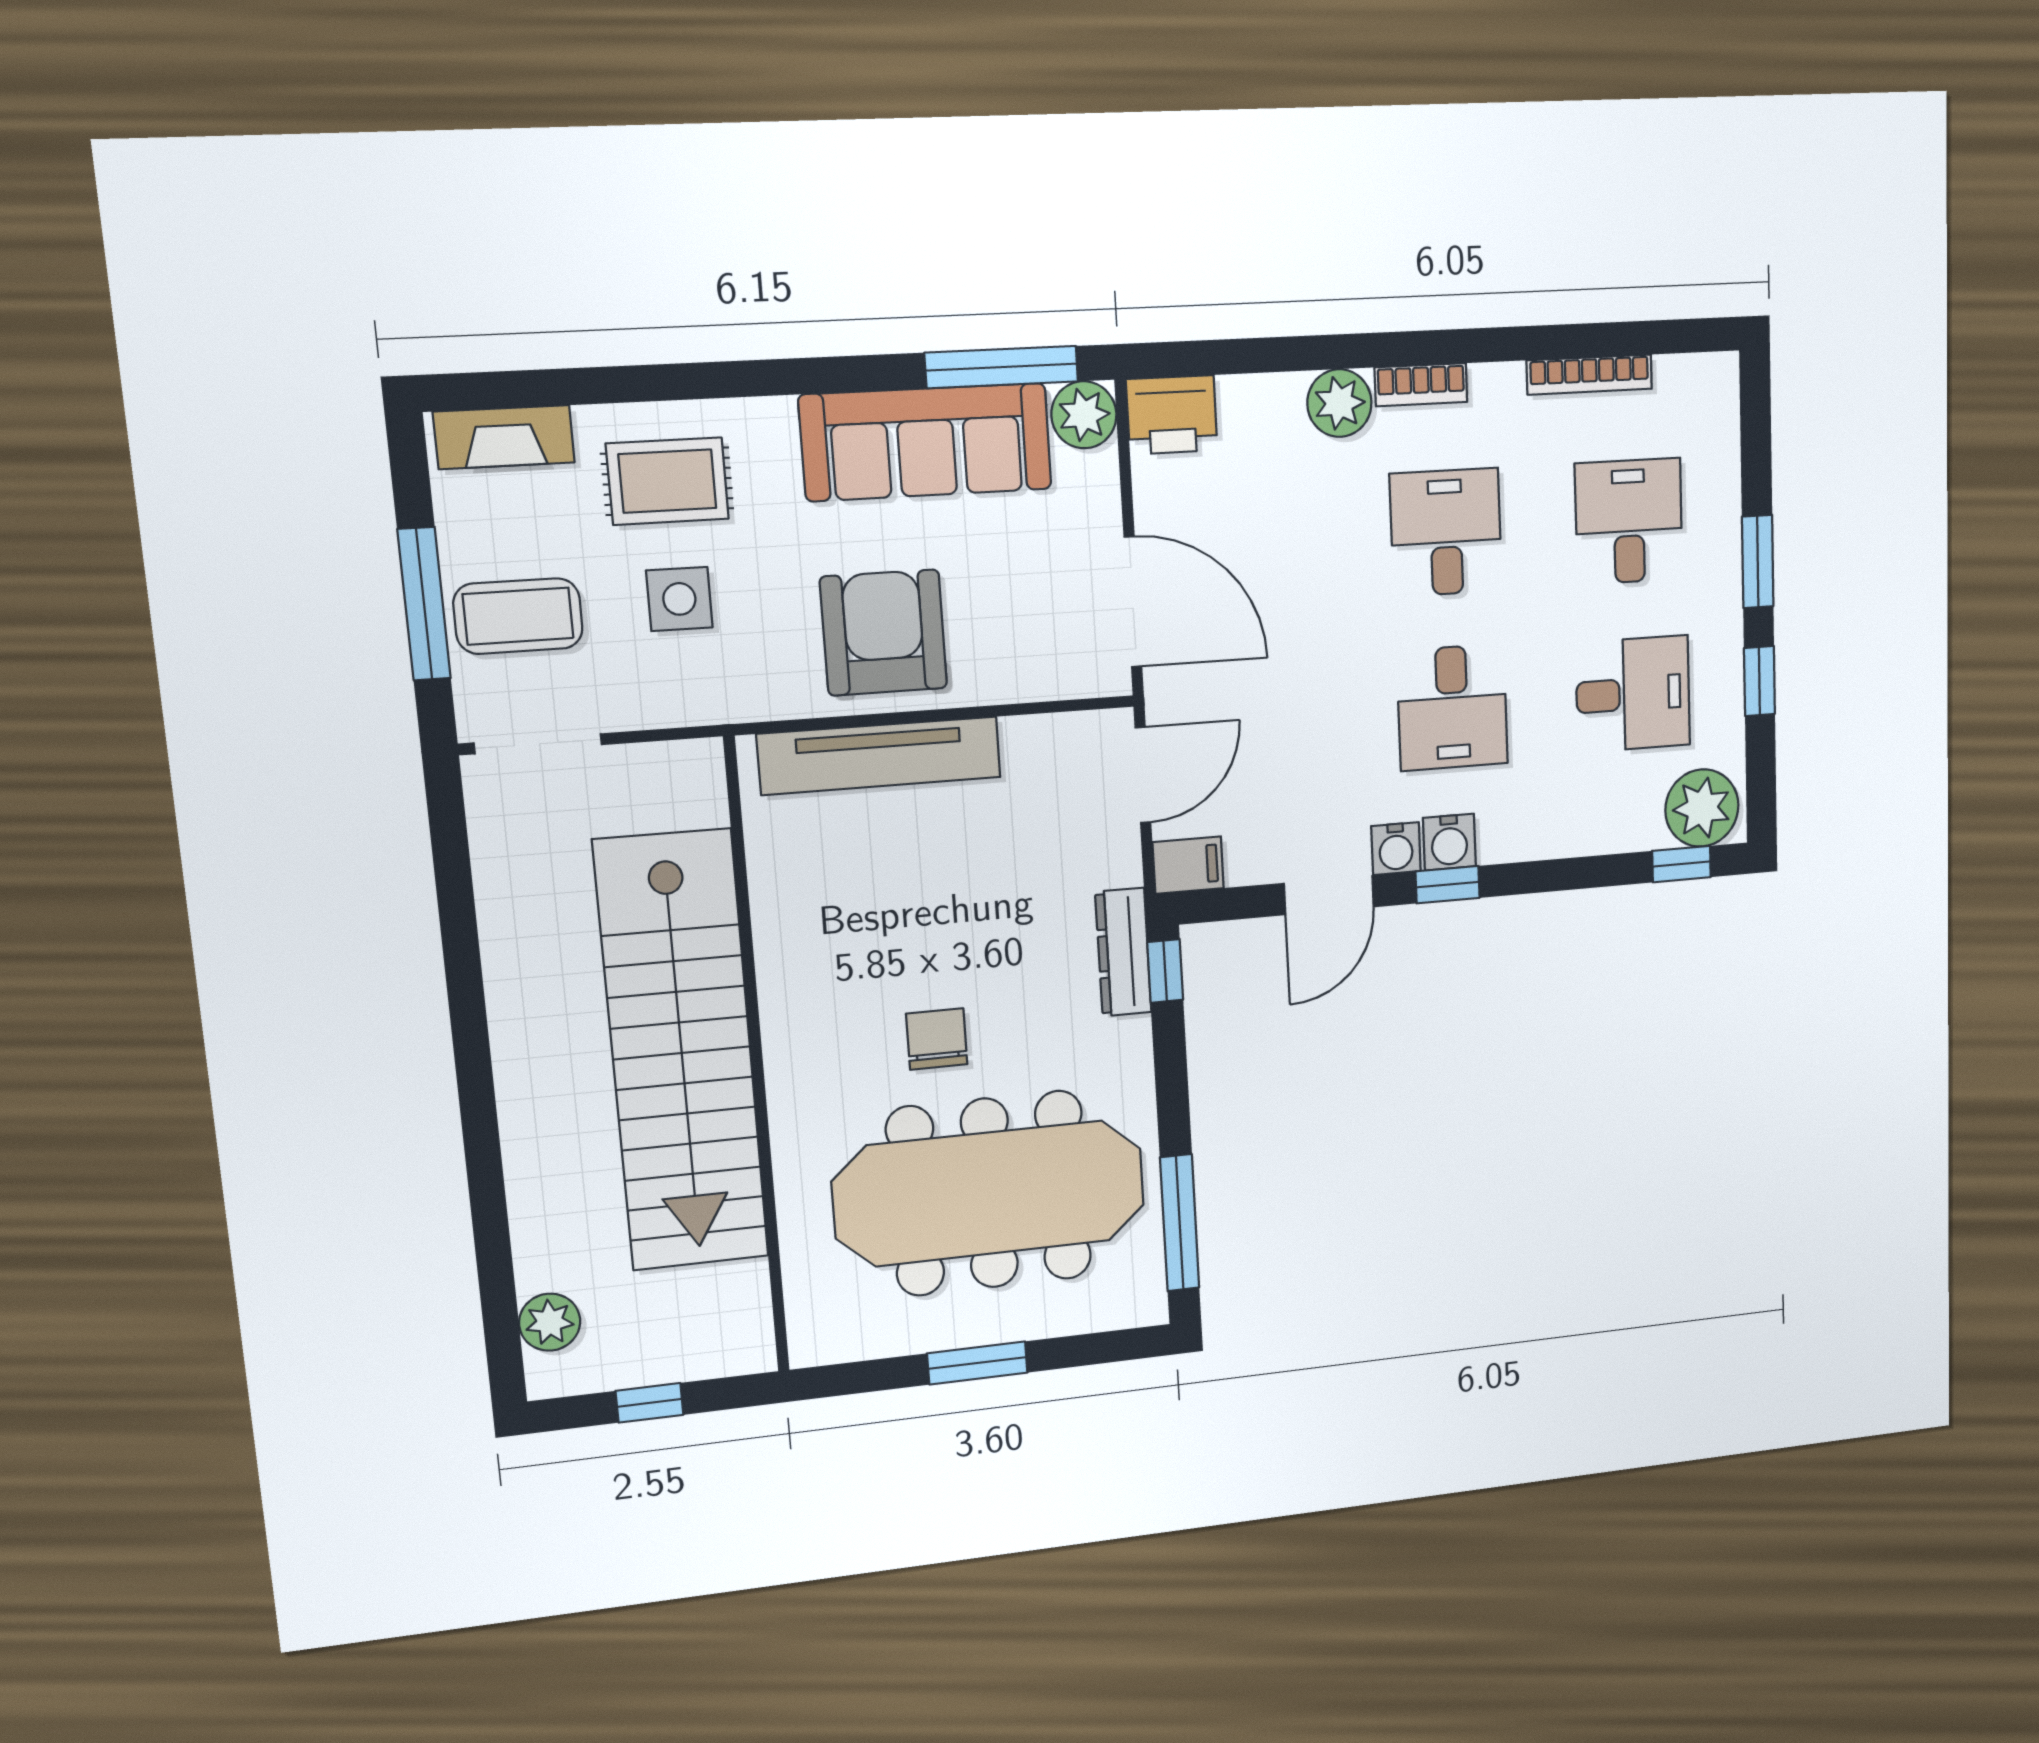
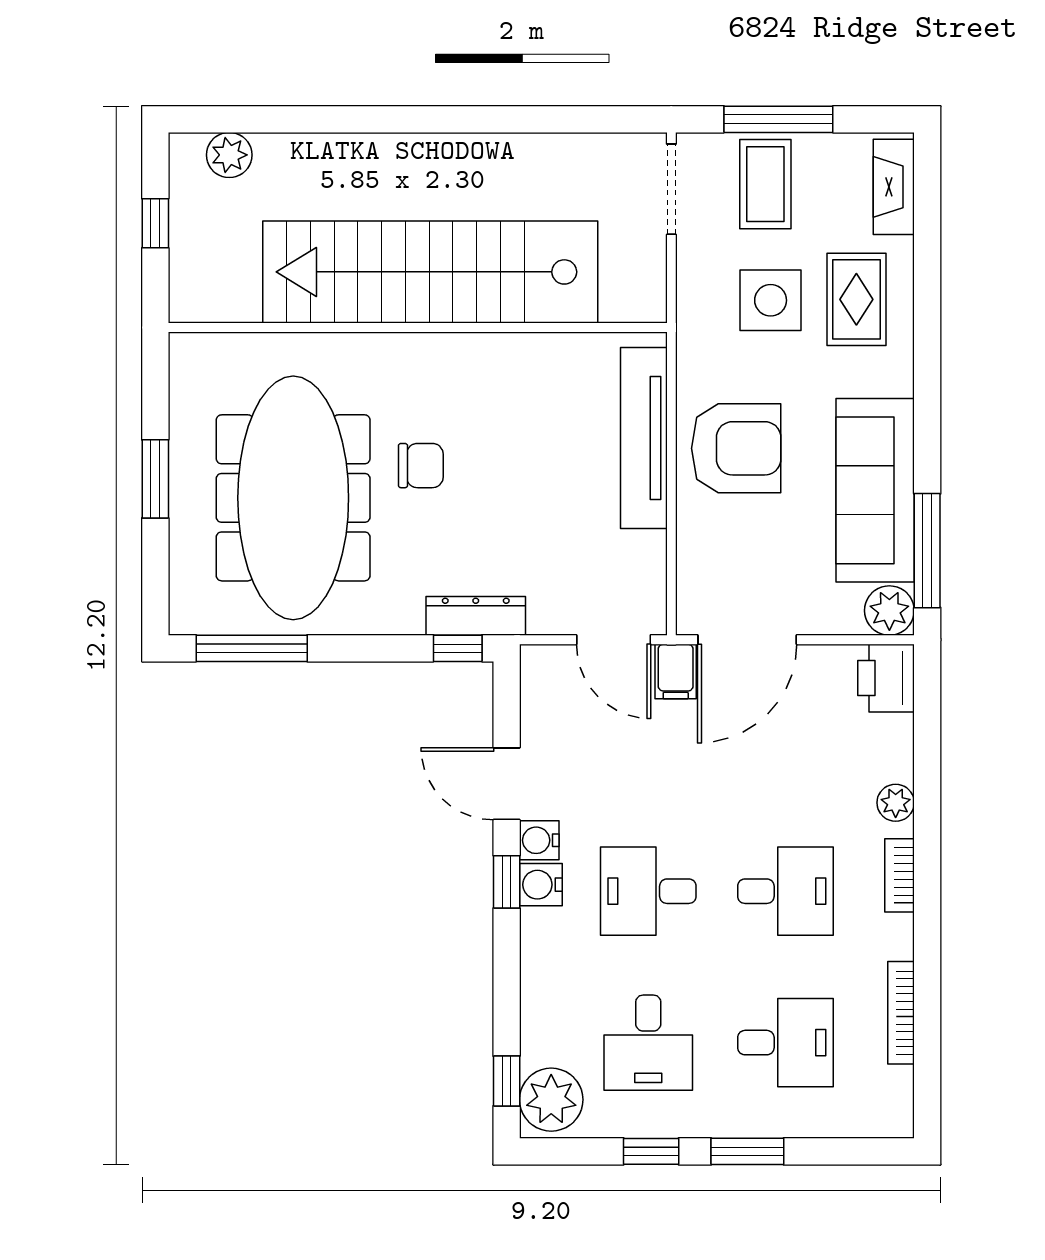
plant: (1339, 403) -> (896, 803), width x0.73, depth x0.73
side table: (679, 599) -> (771, 300), width x1.37, depth x1.37
filing cabinet: (1188, 865) -> (676, 671), moved

